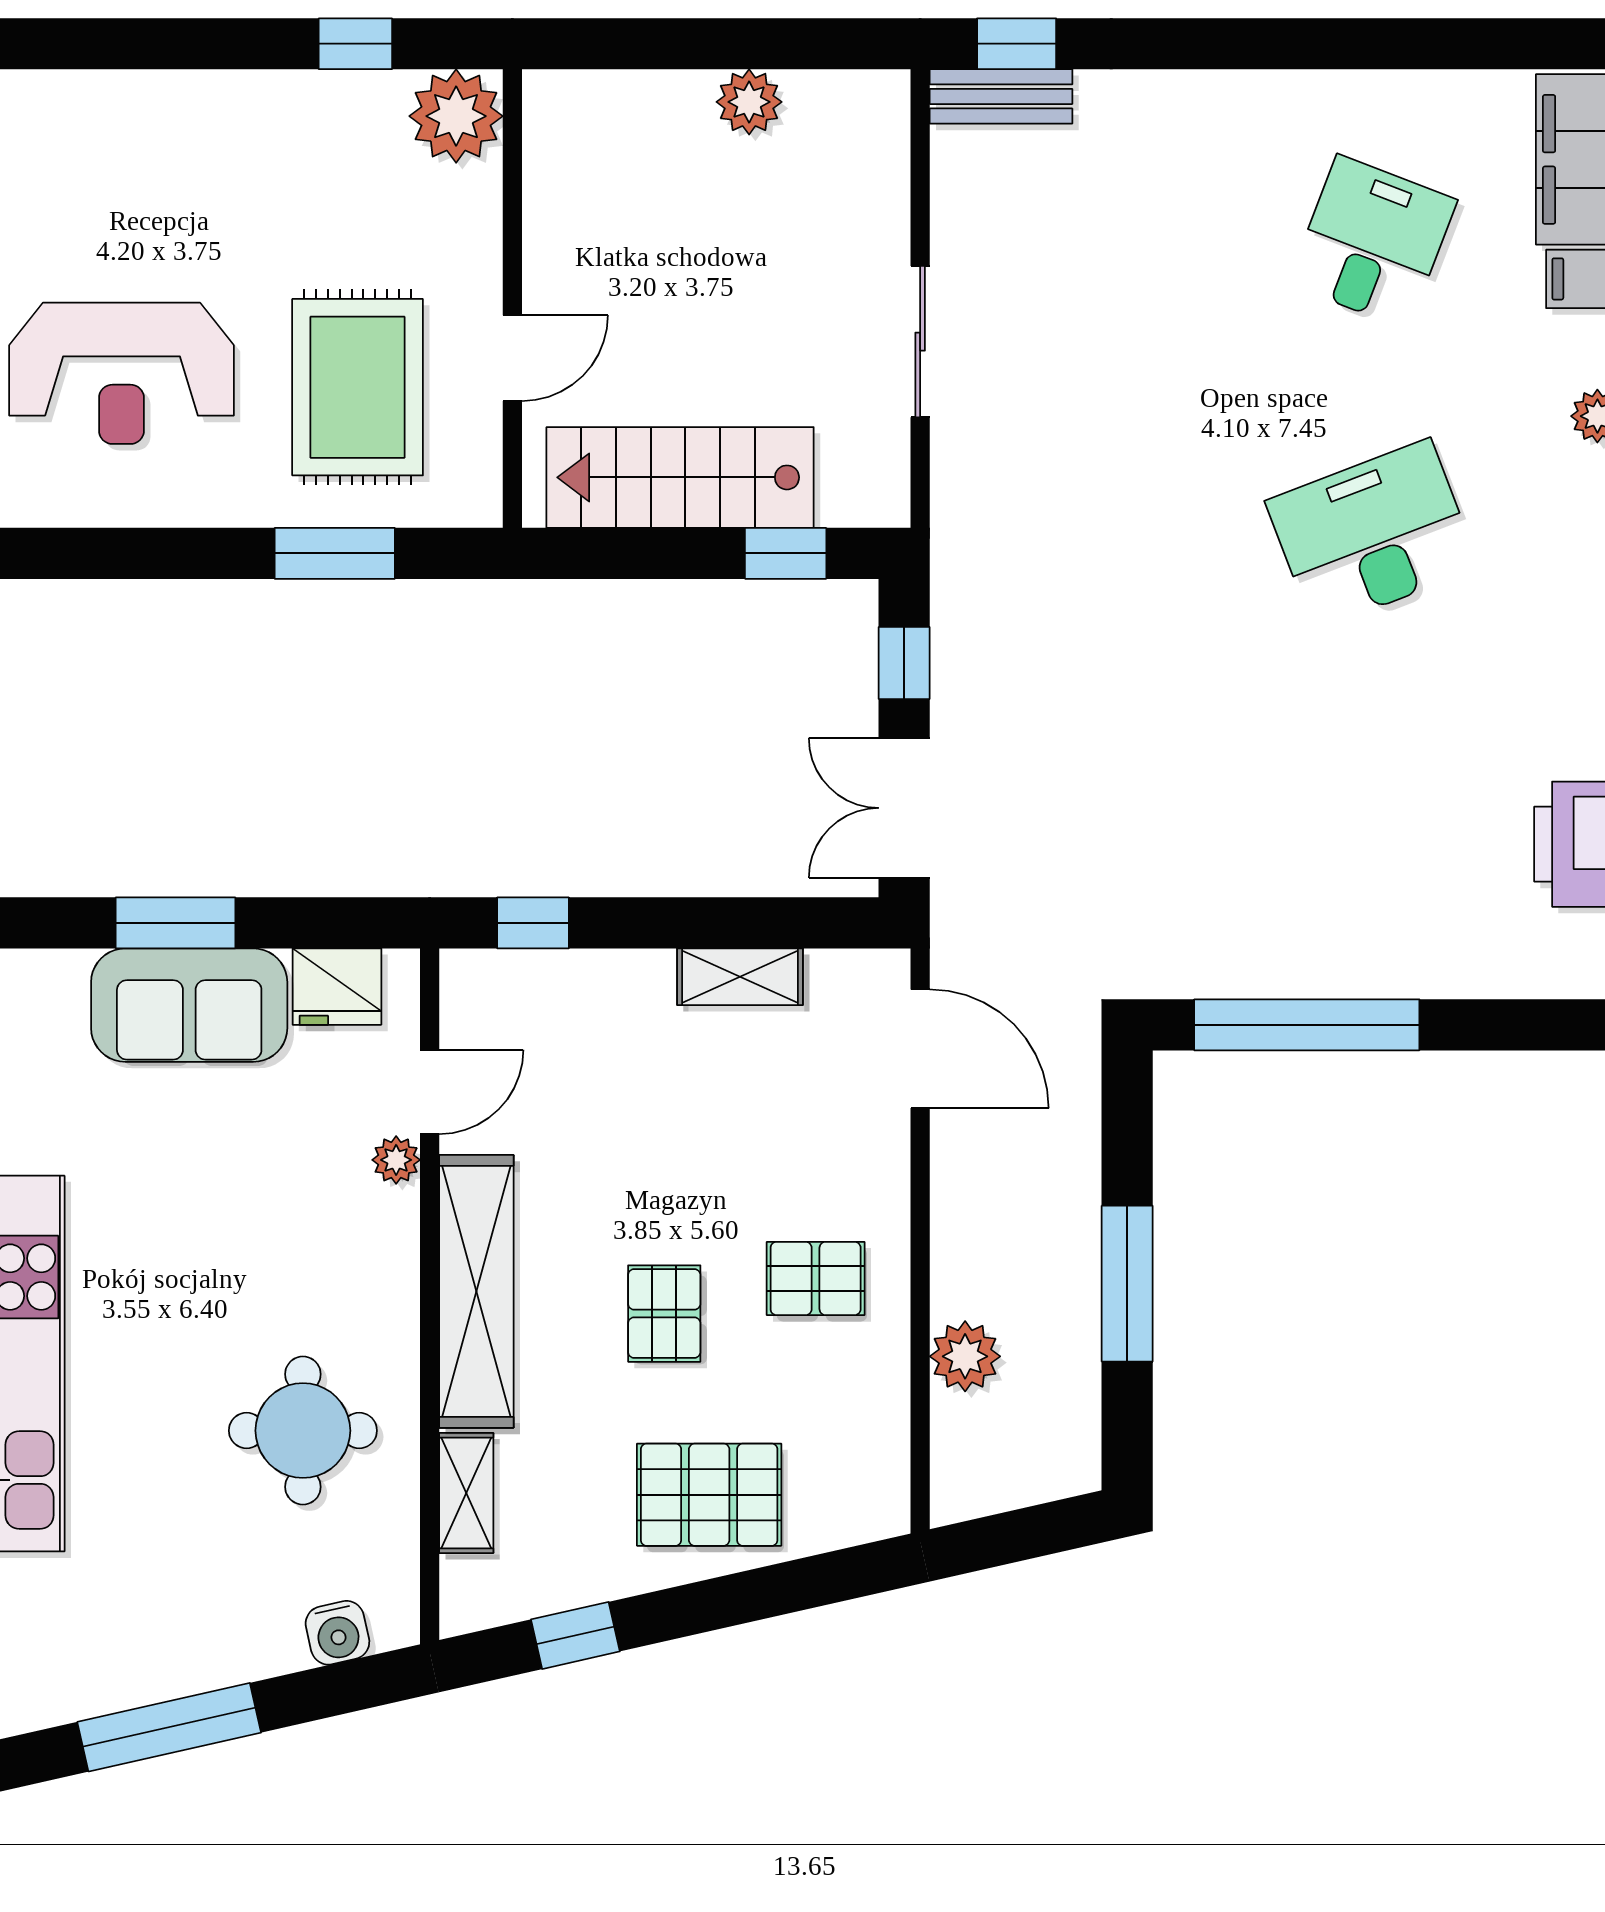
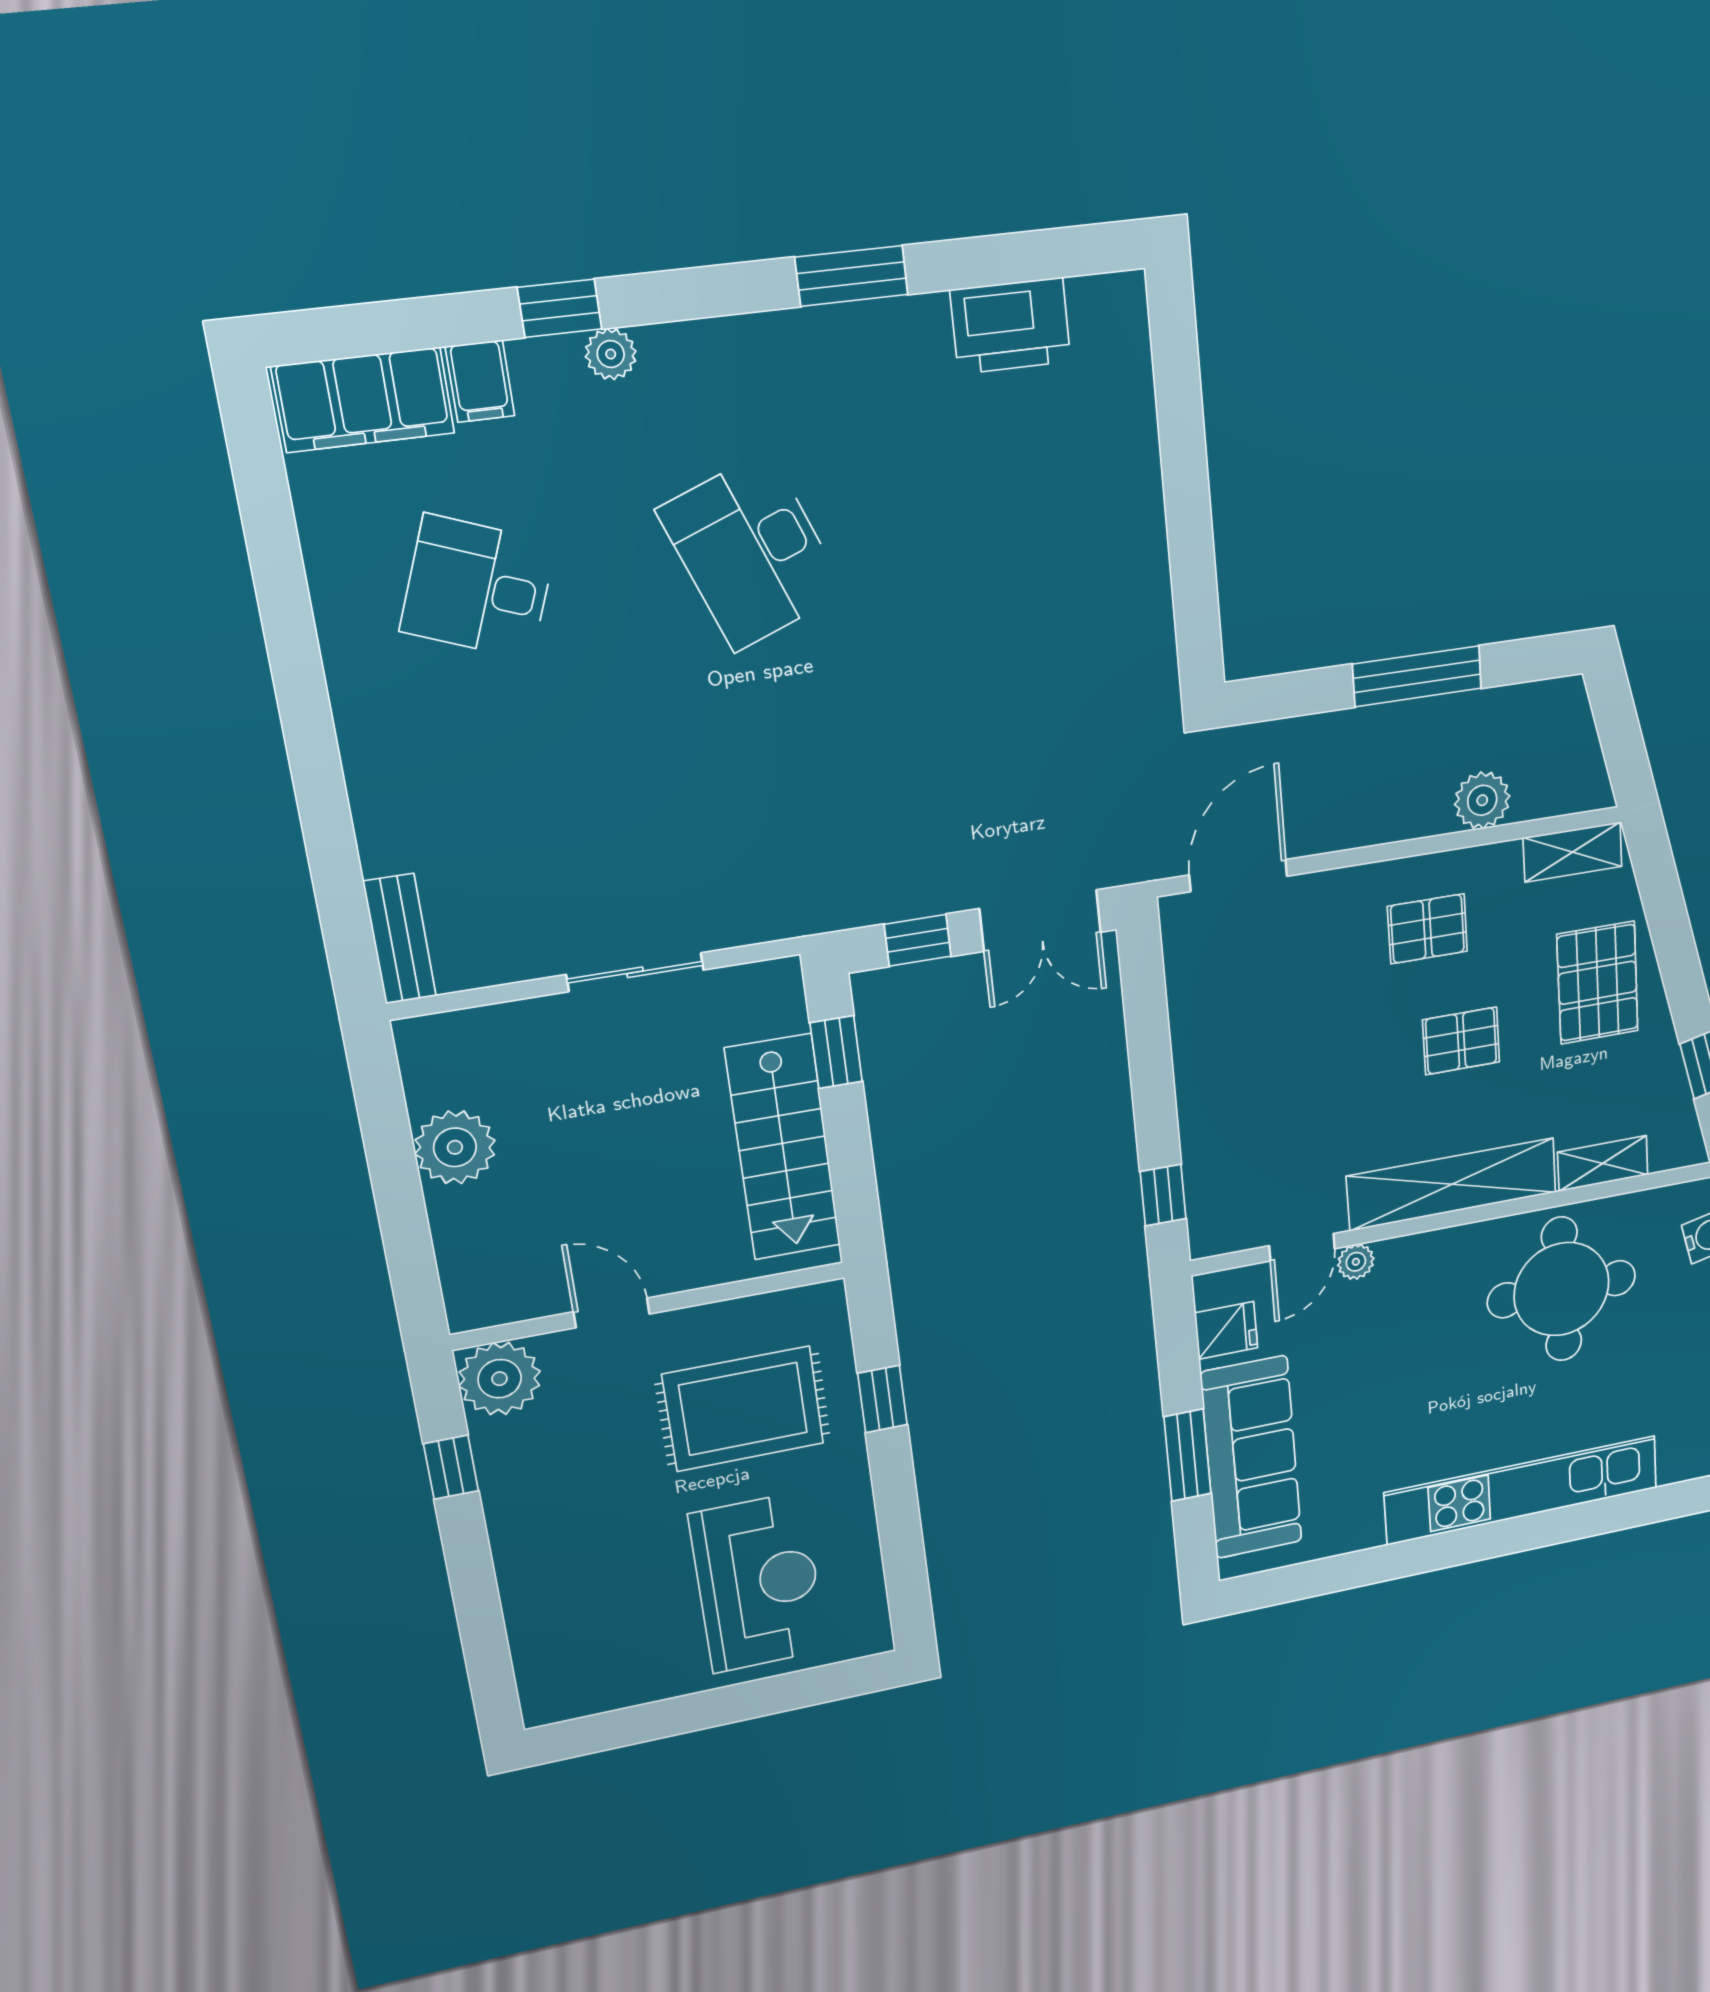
window: (1017, 44) -> (348, 933), removed
plant: (749, 102) -> (455, 1147), width x1.36, depth x1.36
door: (512, 358) -> (612, 1313), moved
window: (335, 553) -> (883, 1399), width x0.67
shelving: (740, 977) -> (1573, 852), moved, turned 90
fridge: (337, 987) -> (1226, 1330), width x0.72
sofa: (189, 1005) -> (1251, 1458), width x1.36
window: (1307, 1025) -> (1192, 553), removed
door: (430, 1092) -> (1302, 1247), swing flipped
pallet: (816, 1278) -> (1427, 929), turned 90
round table: (303, 1431) -> (1561, 1289), width x1.36, depth x1.36

